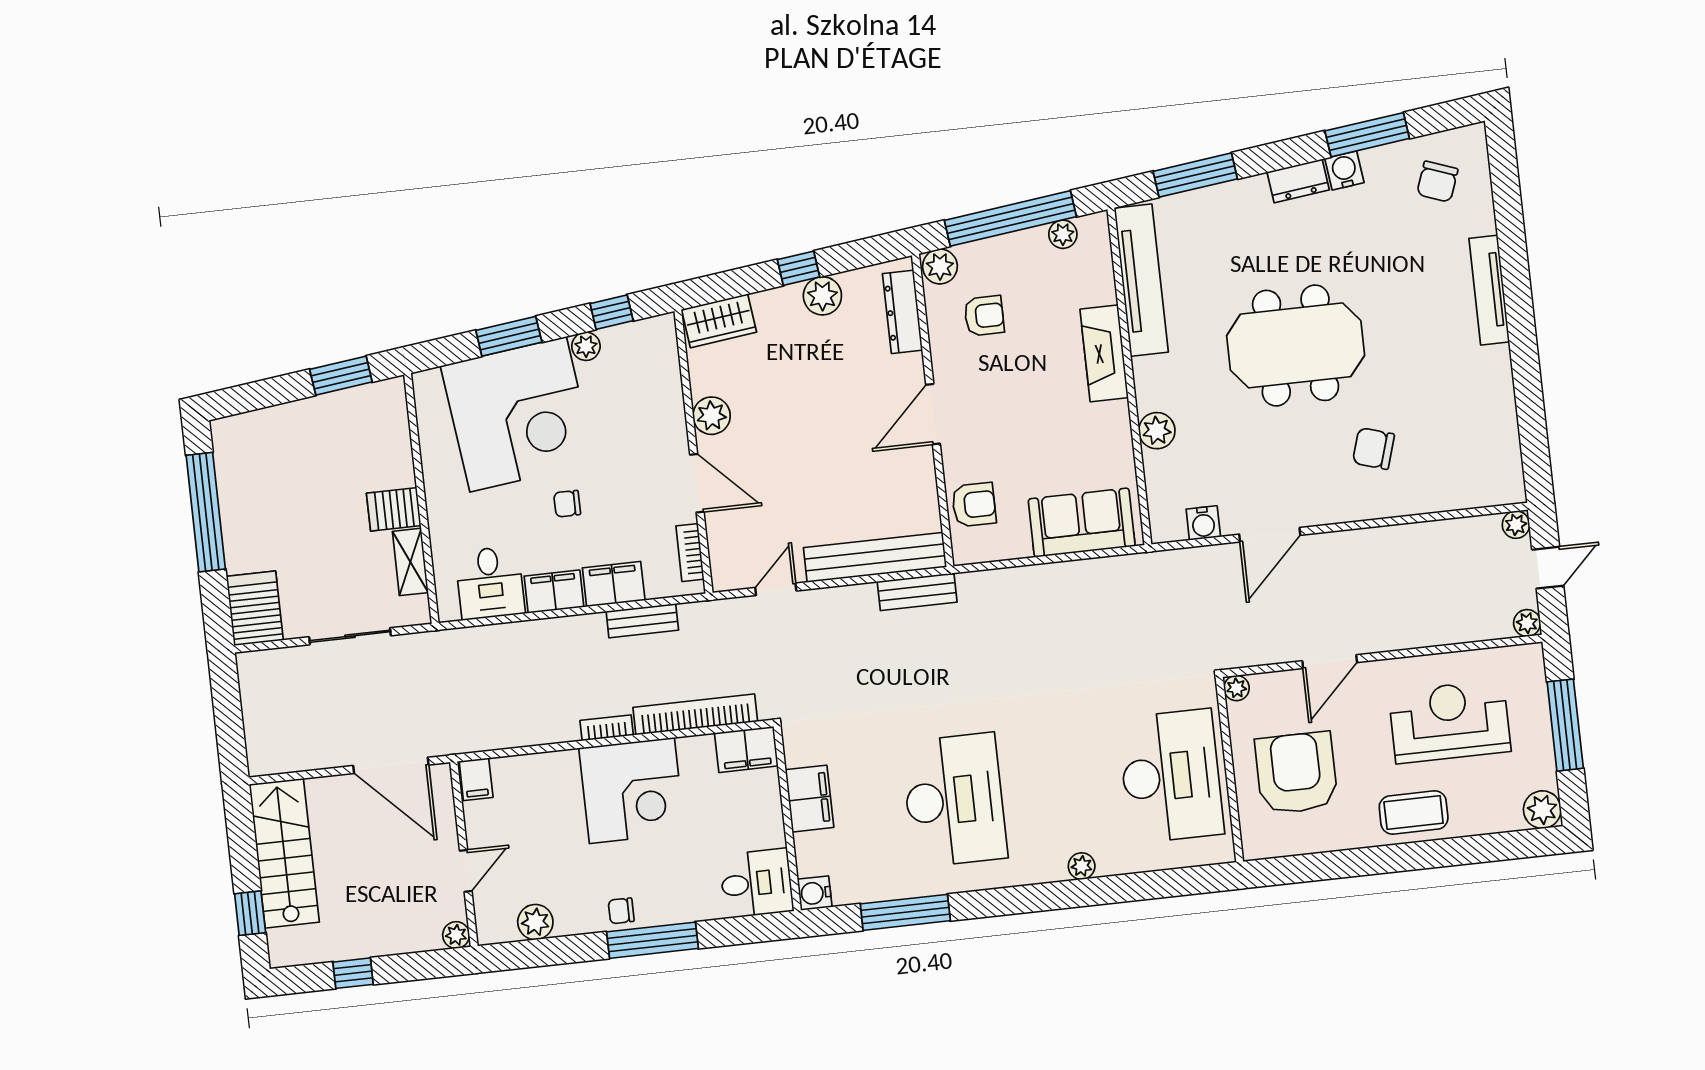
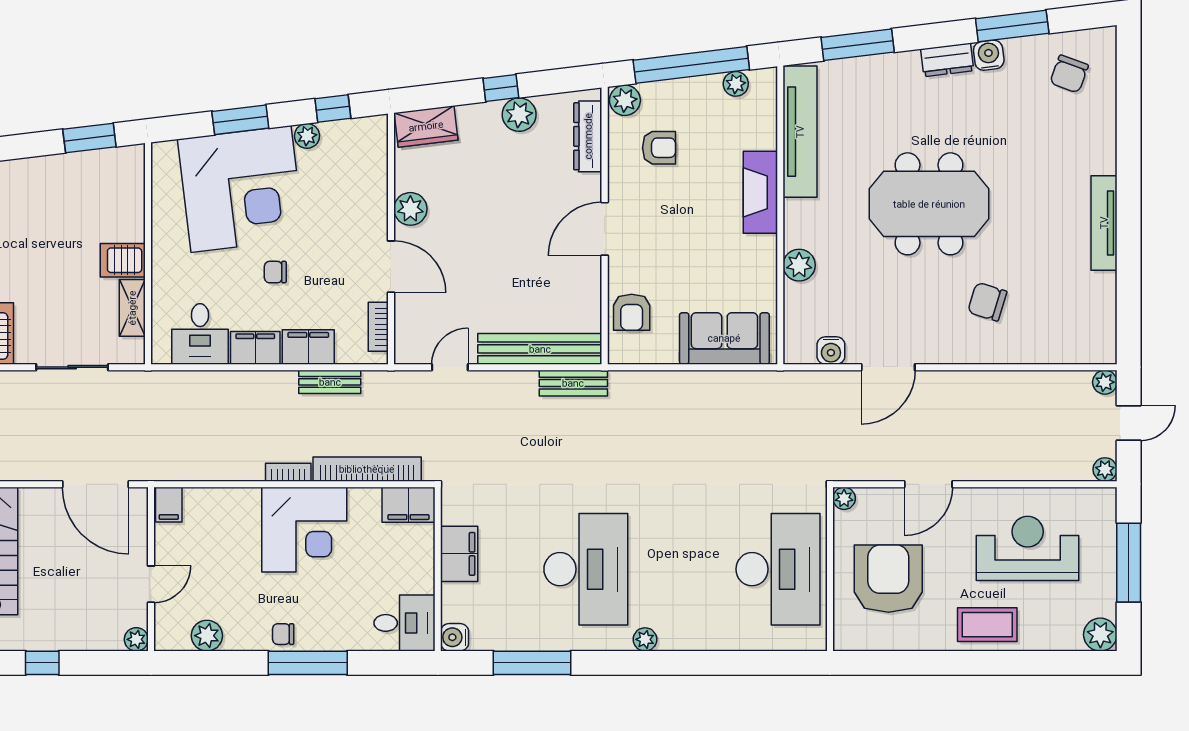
tv unit: (1489, 290) -> (1104, 223), moved
armchair: (974, 505) -> (632, 312), turned 90
plant: (1082, 866) -> (645, 639), moved

